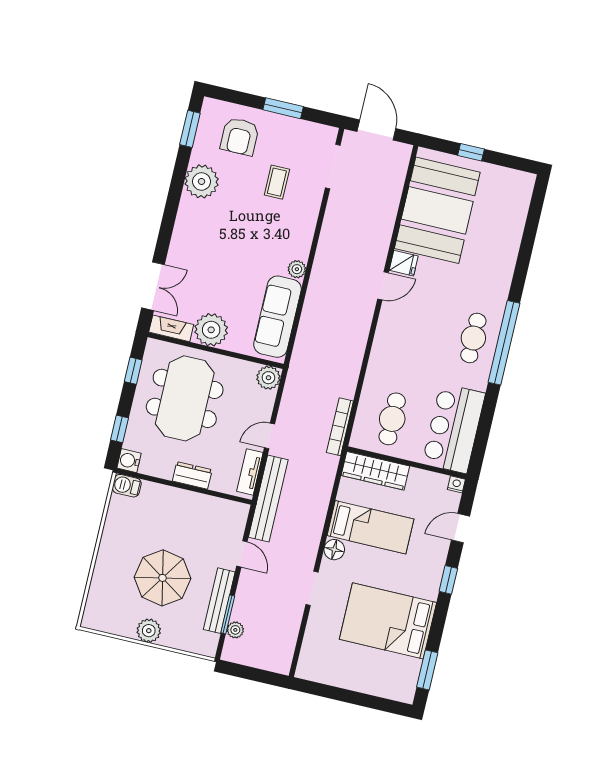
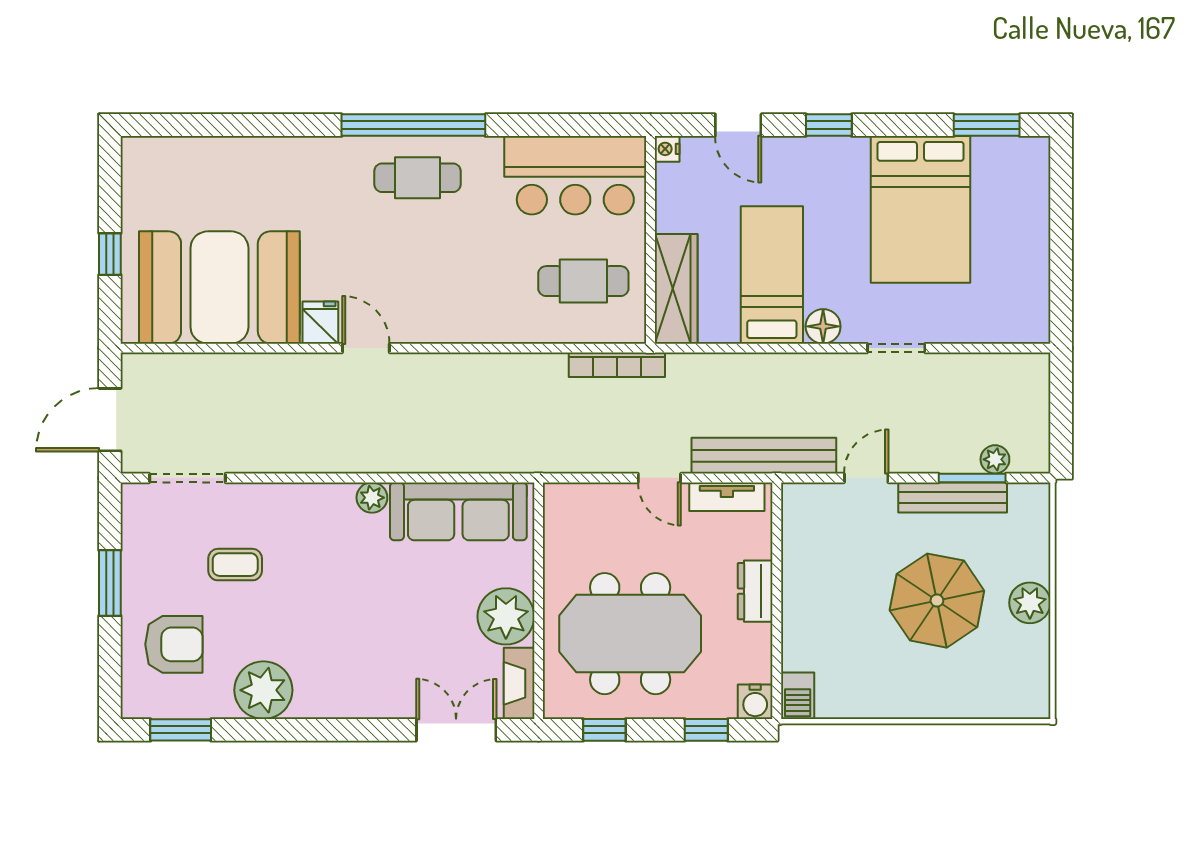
plant: (268, 378) -> (563, 503), removed

